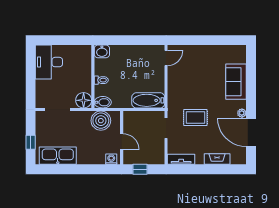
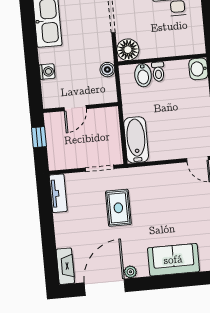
bidet: (103, 102) -> (143, 75), moved
boiler: (101, 121) -> (107, 70), width x0.54, depth x0.54
washing machine: (111, 159) -> (47, 72), moved
fireplace: (217, 159) -> (65, 266), moved

